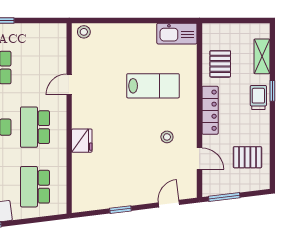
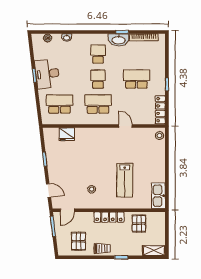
locker: (44, 31) -> (160, 110), added
shelving: (262, 56) -> (154, 251), moved
pallet: (220, 64) -> (139, 224), turned 90
trolley: (258, 97) -> (102, 248), moved
fridge: (82, 141) -> (67, 134), moved
door: (200, 159) -> (67, 210), moved

